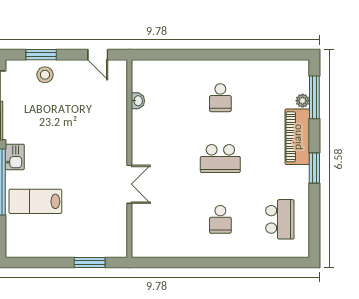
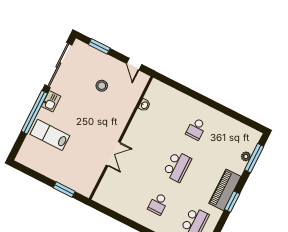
stool: (45, 75) -> (102, 86), moved
piano: (297, 137) -> (225, 190), moved
school desk: (220, 159) -> (177, 166), turned -90

